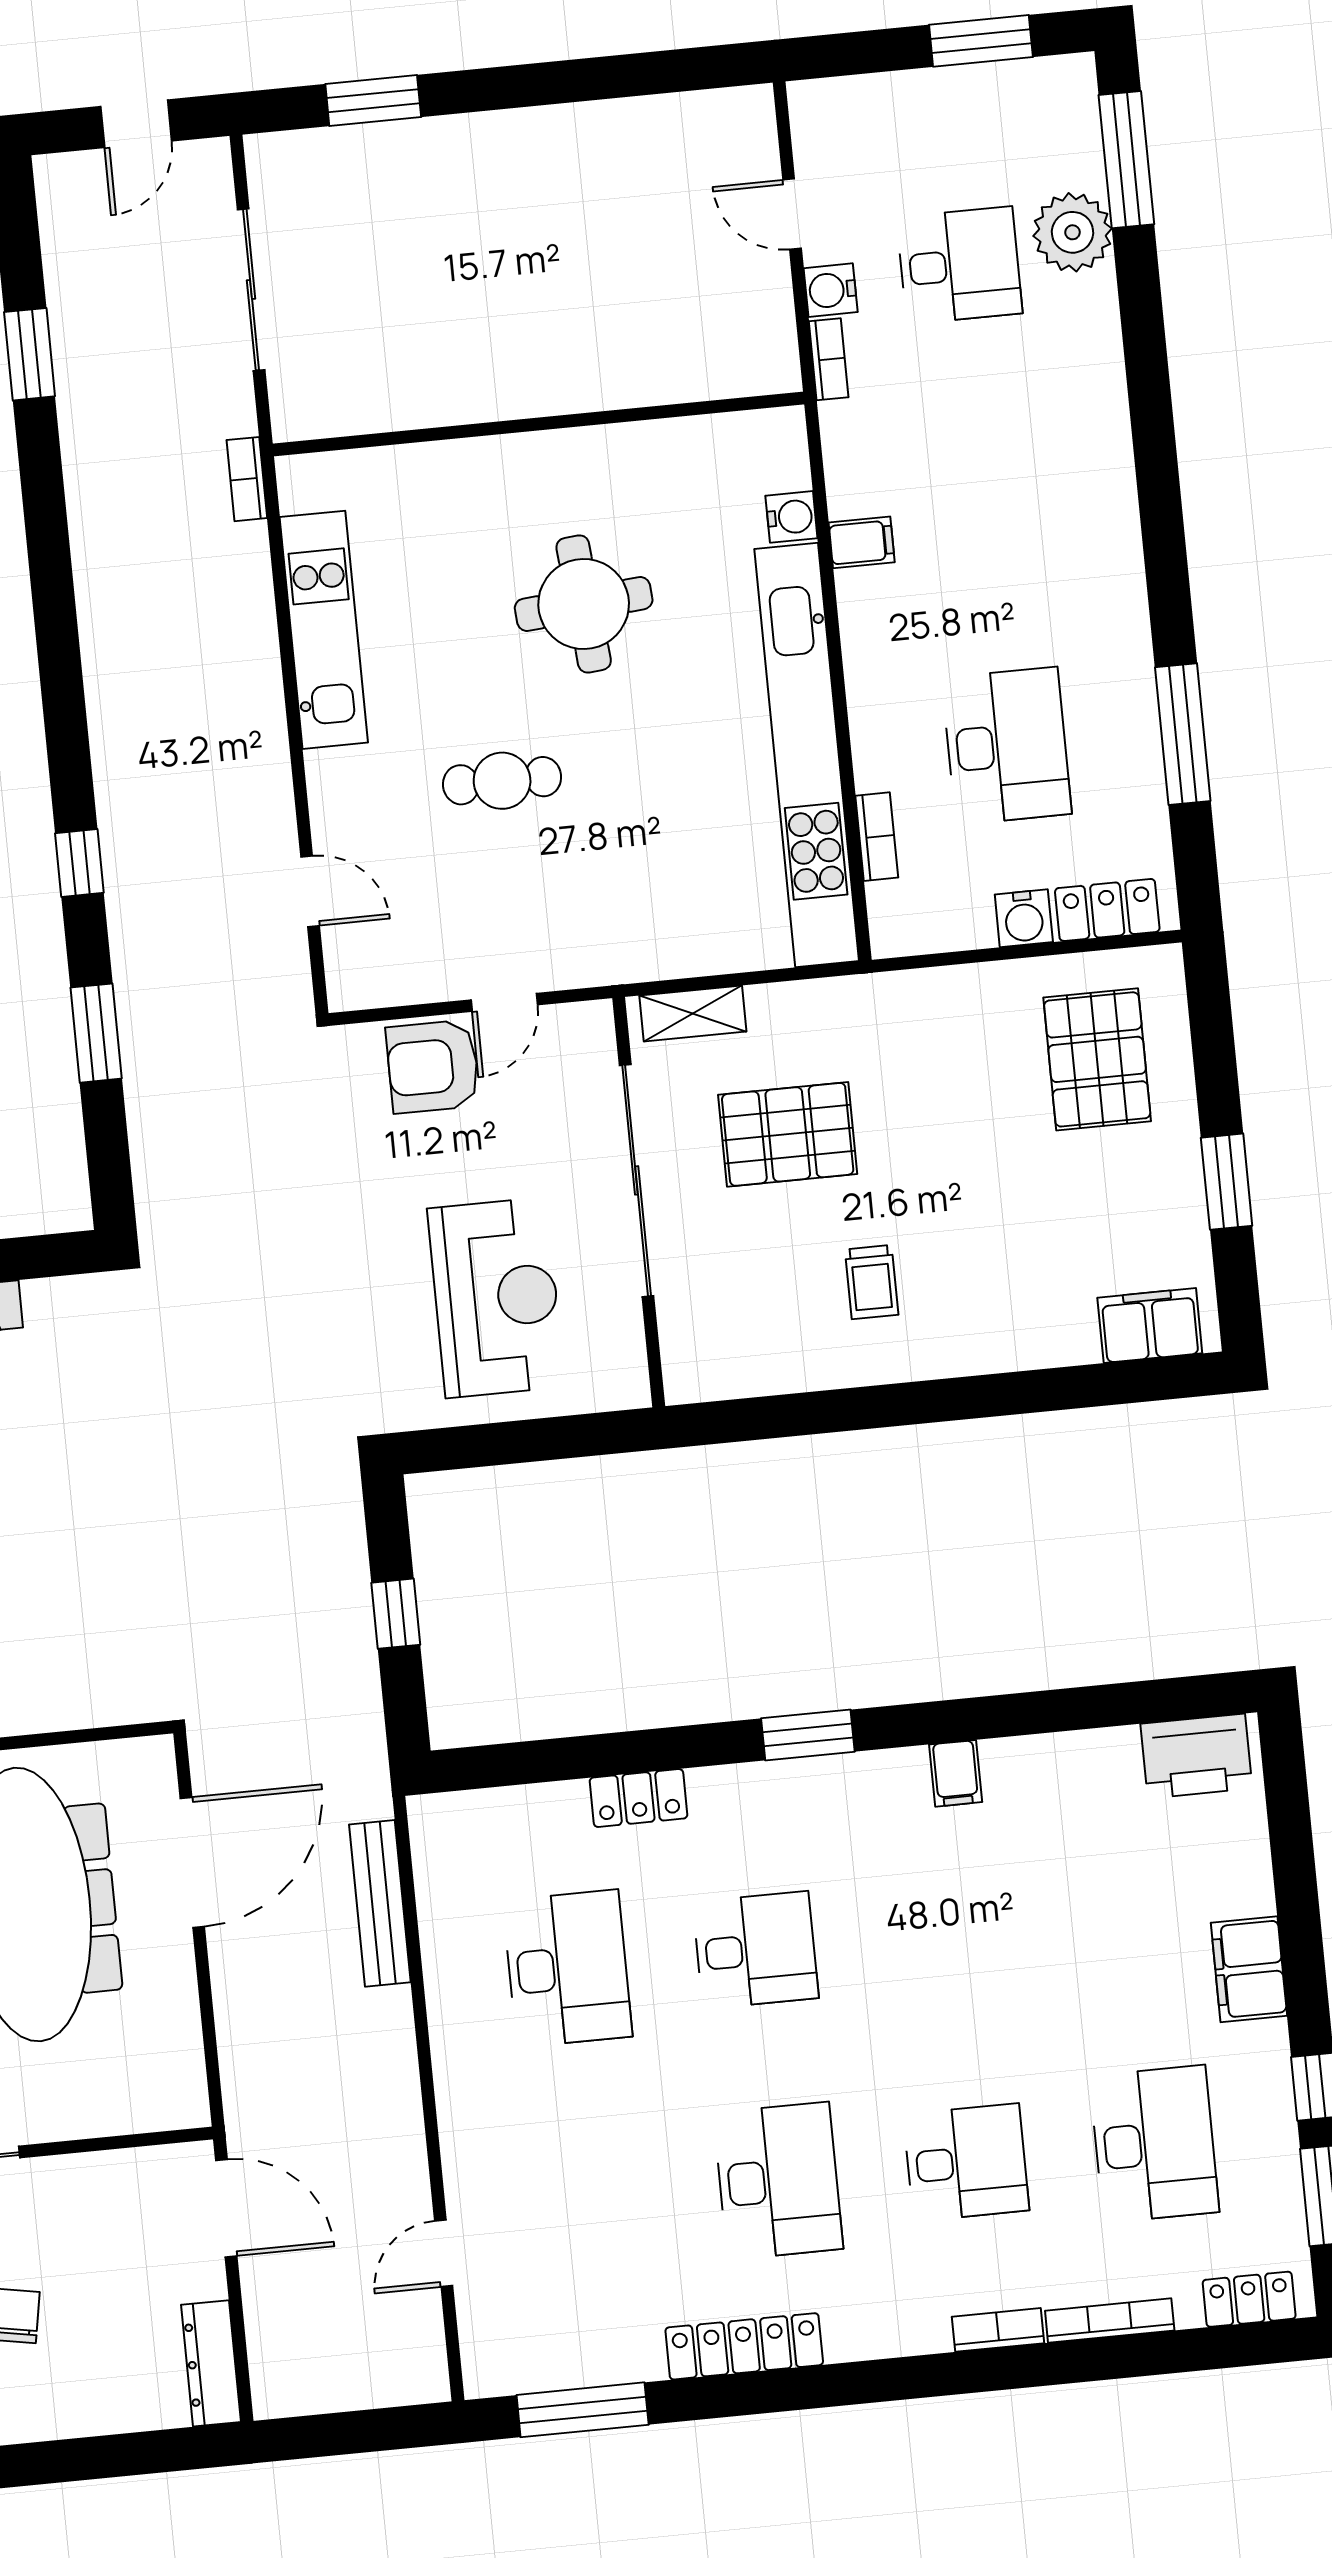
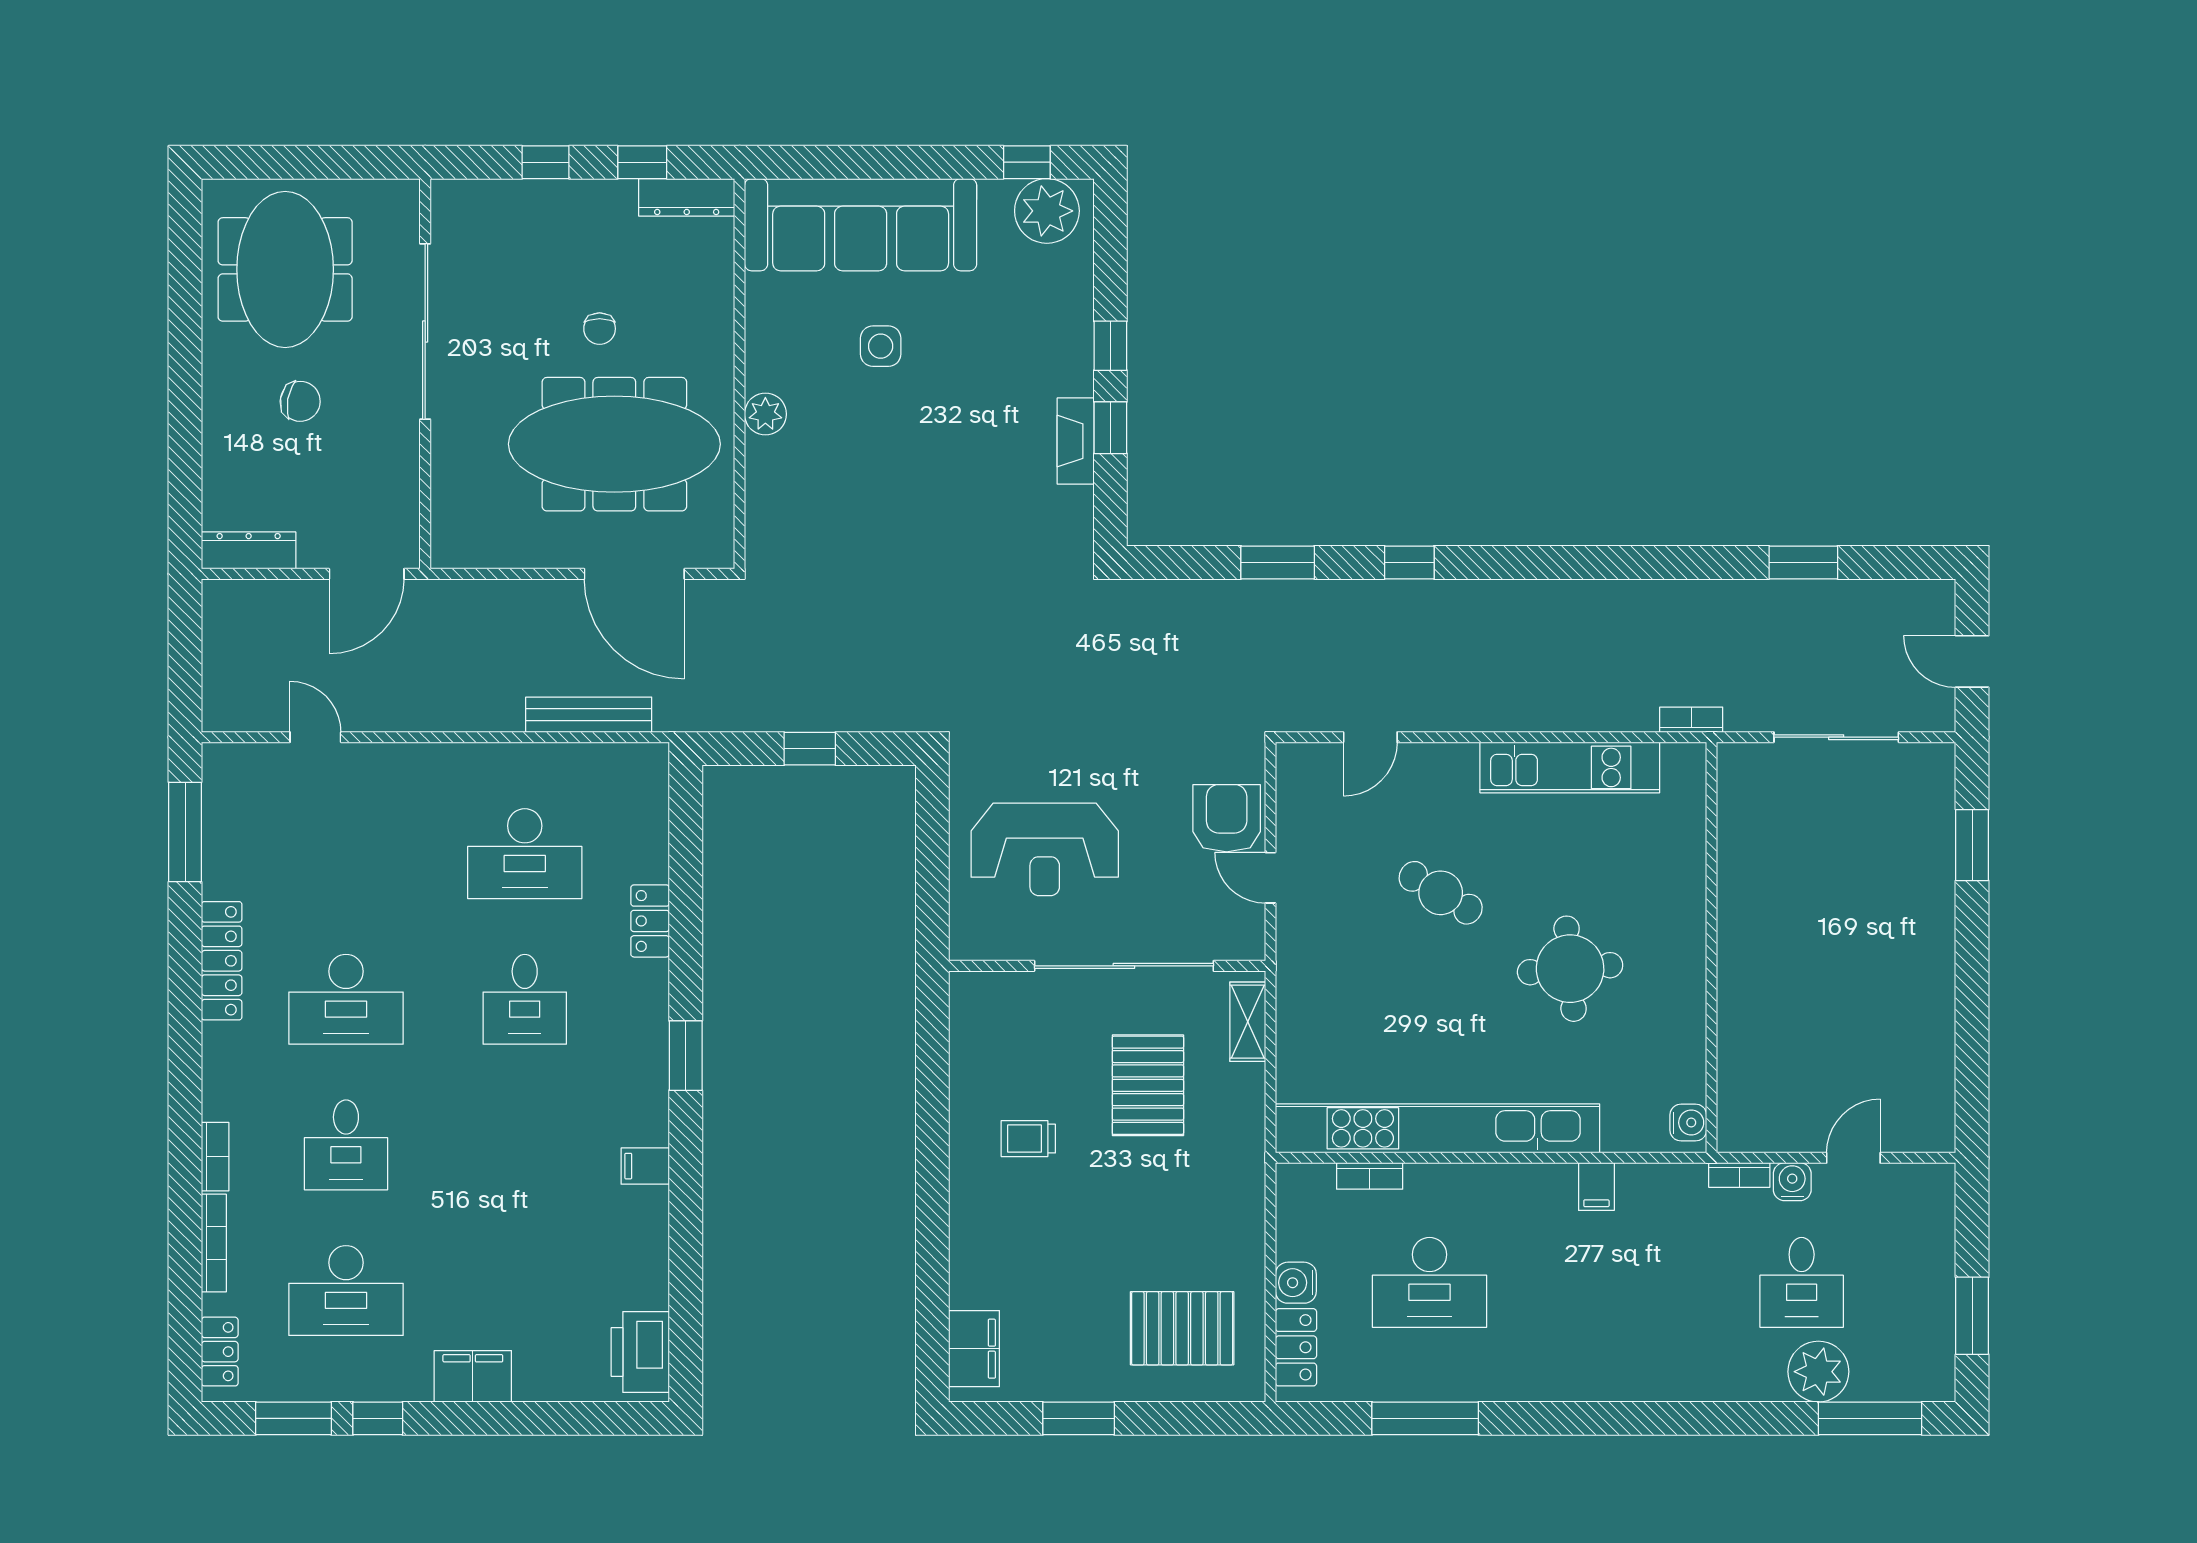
water cooler: (791, 517) -> (1688, 1123), moved, turned -90
cafe table: (502, 781) -> (1441, 893), turned -59

